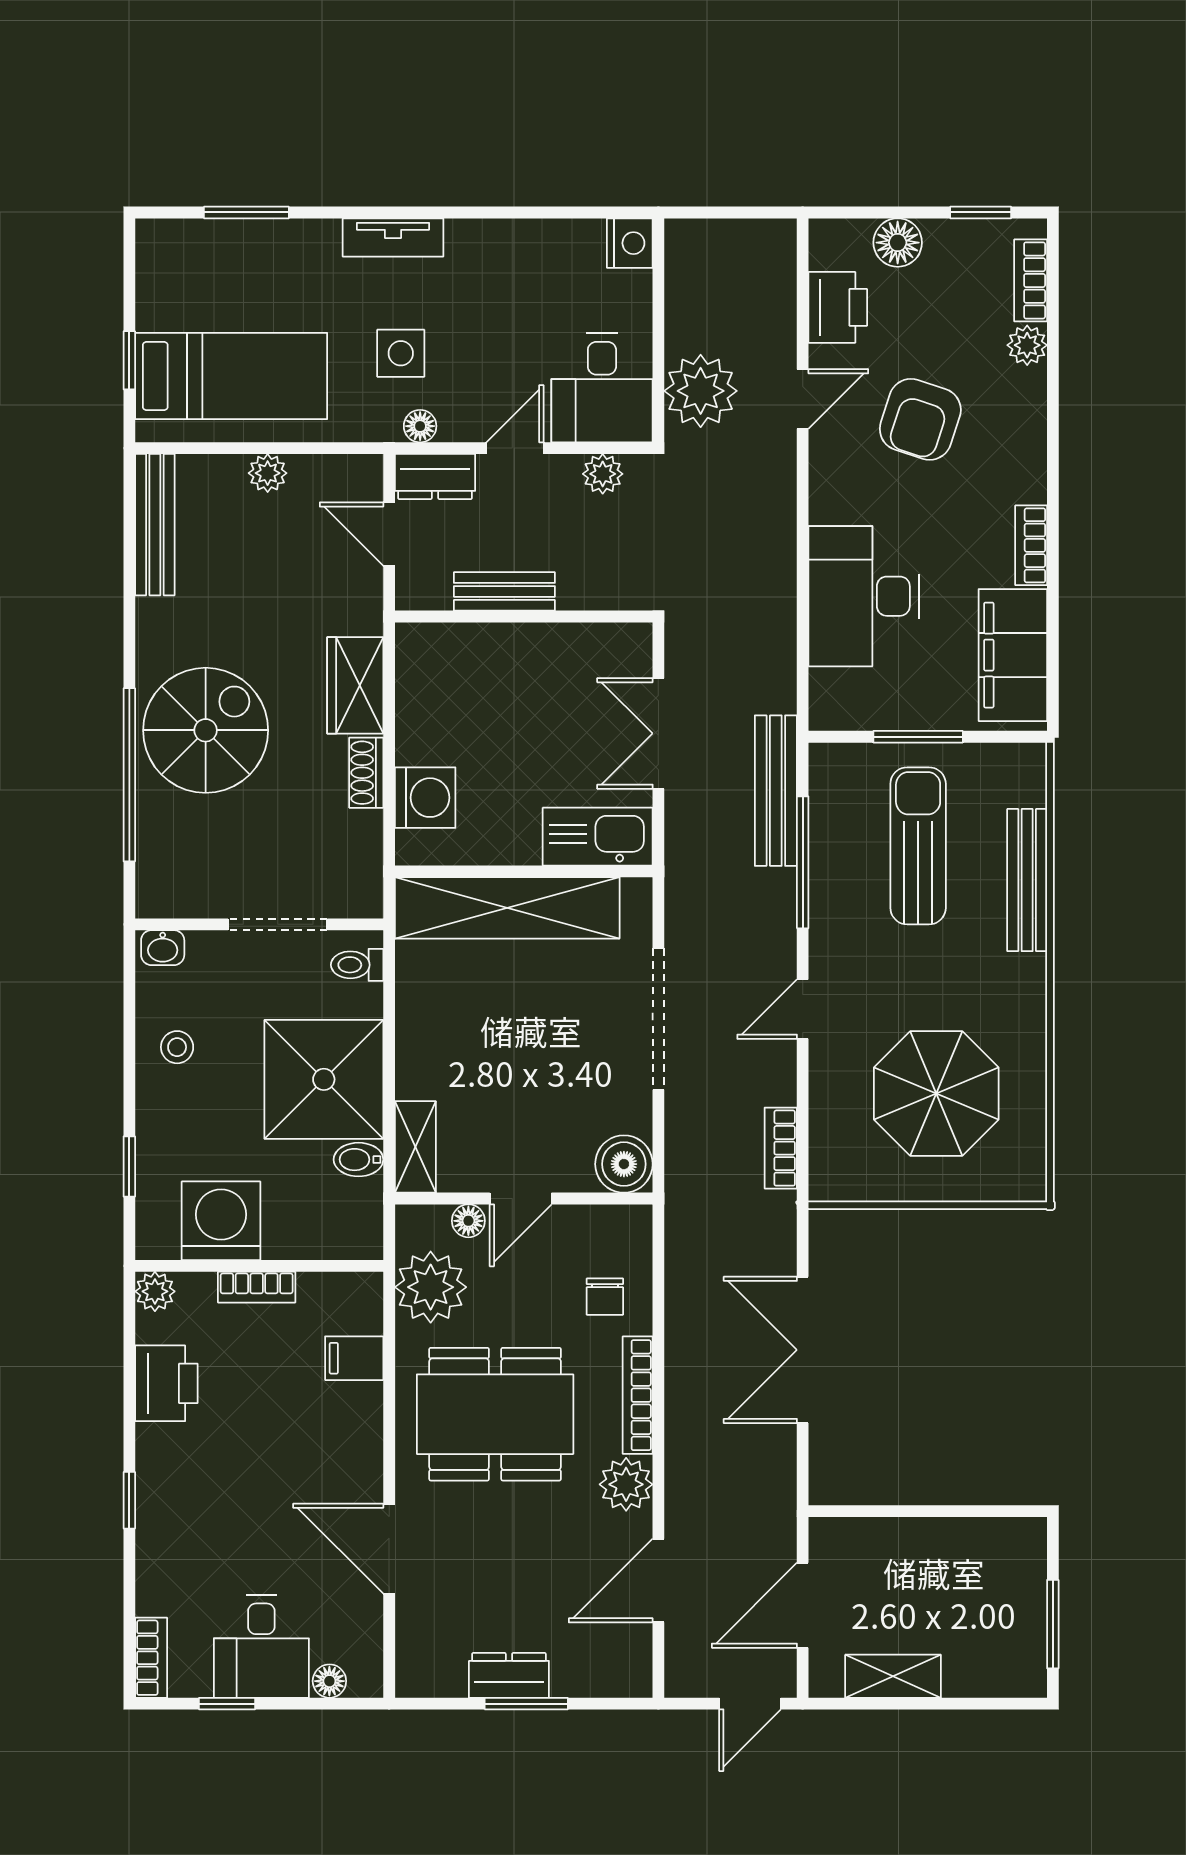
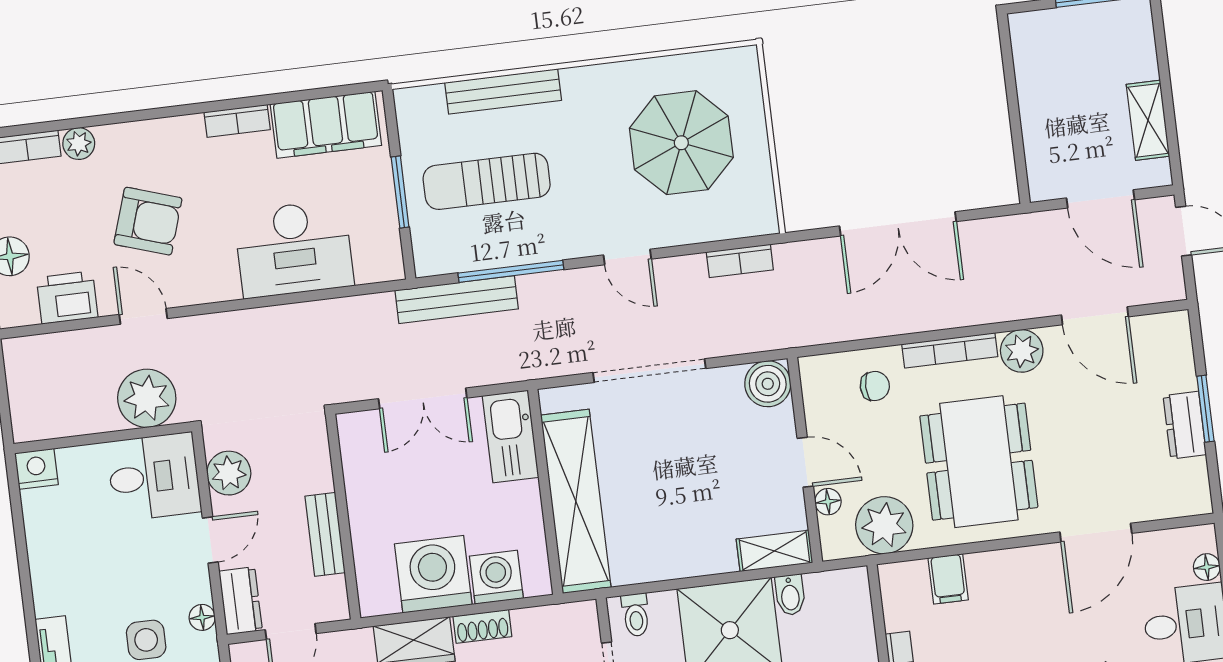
door: (515, 448) -> (210, 540), swing flipped
plant: (603, 474) -> (229, 473), width x1.38, depth x1.38
washing machine: (438, 720) -> (433, 574), added

